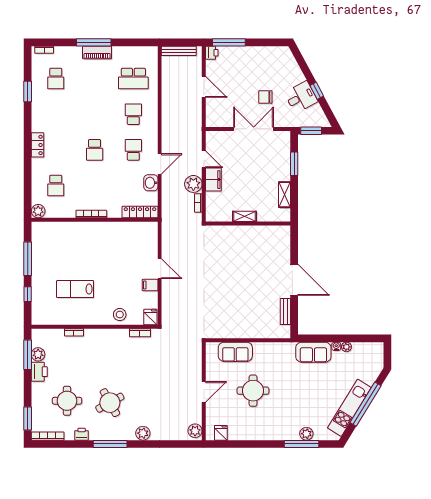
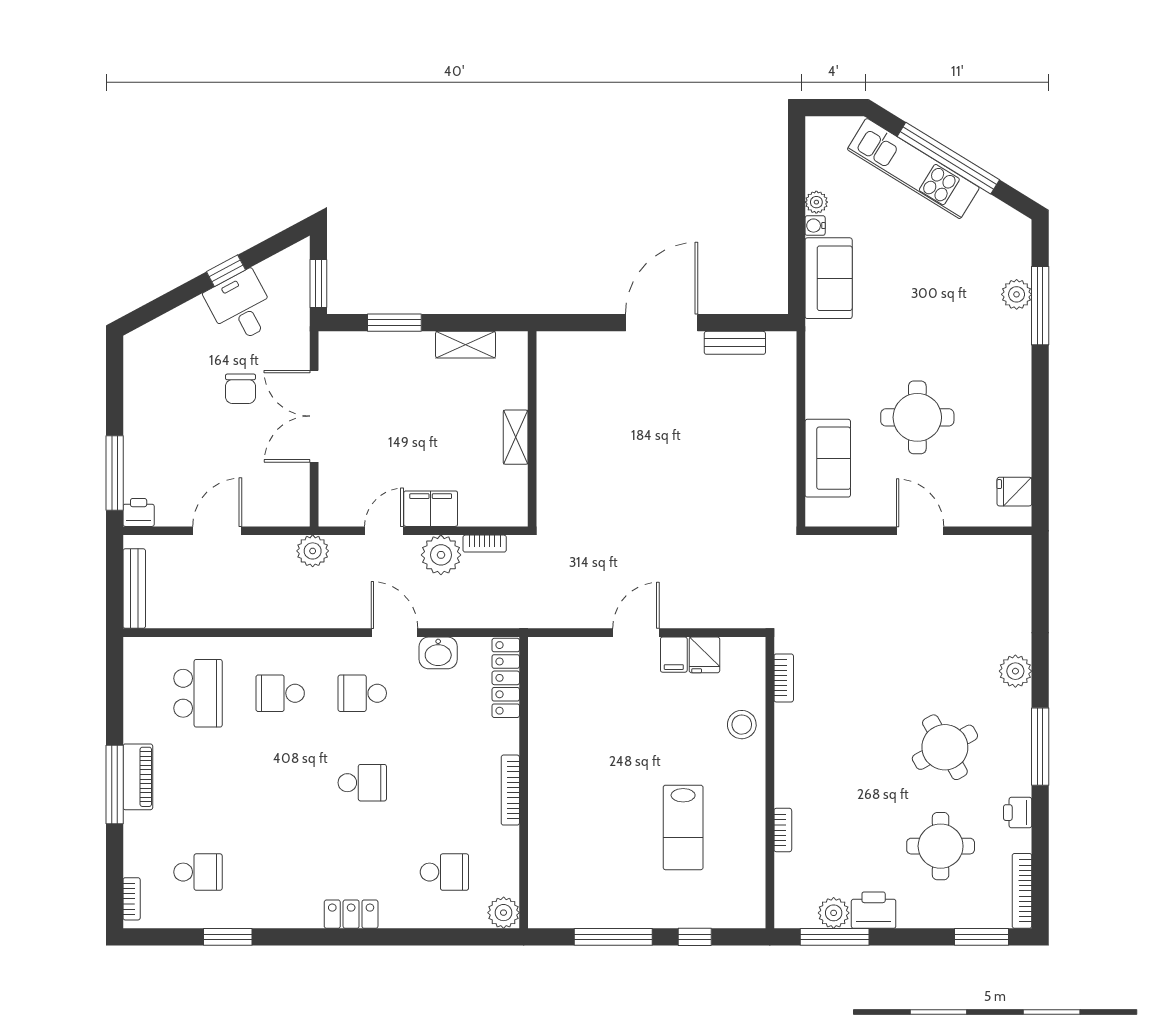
fridge: (150, 317) -> (704, 655), moved, turned -90
kitchen unit: (349, 408) -> (913, 169), moved
plant: (195, 431) -> (313, 551), moved

